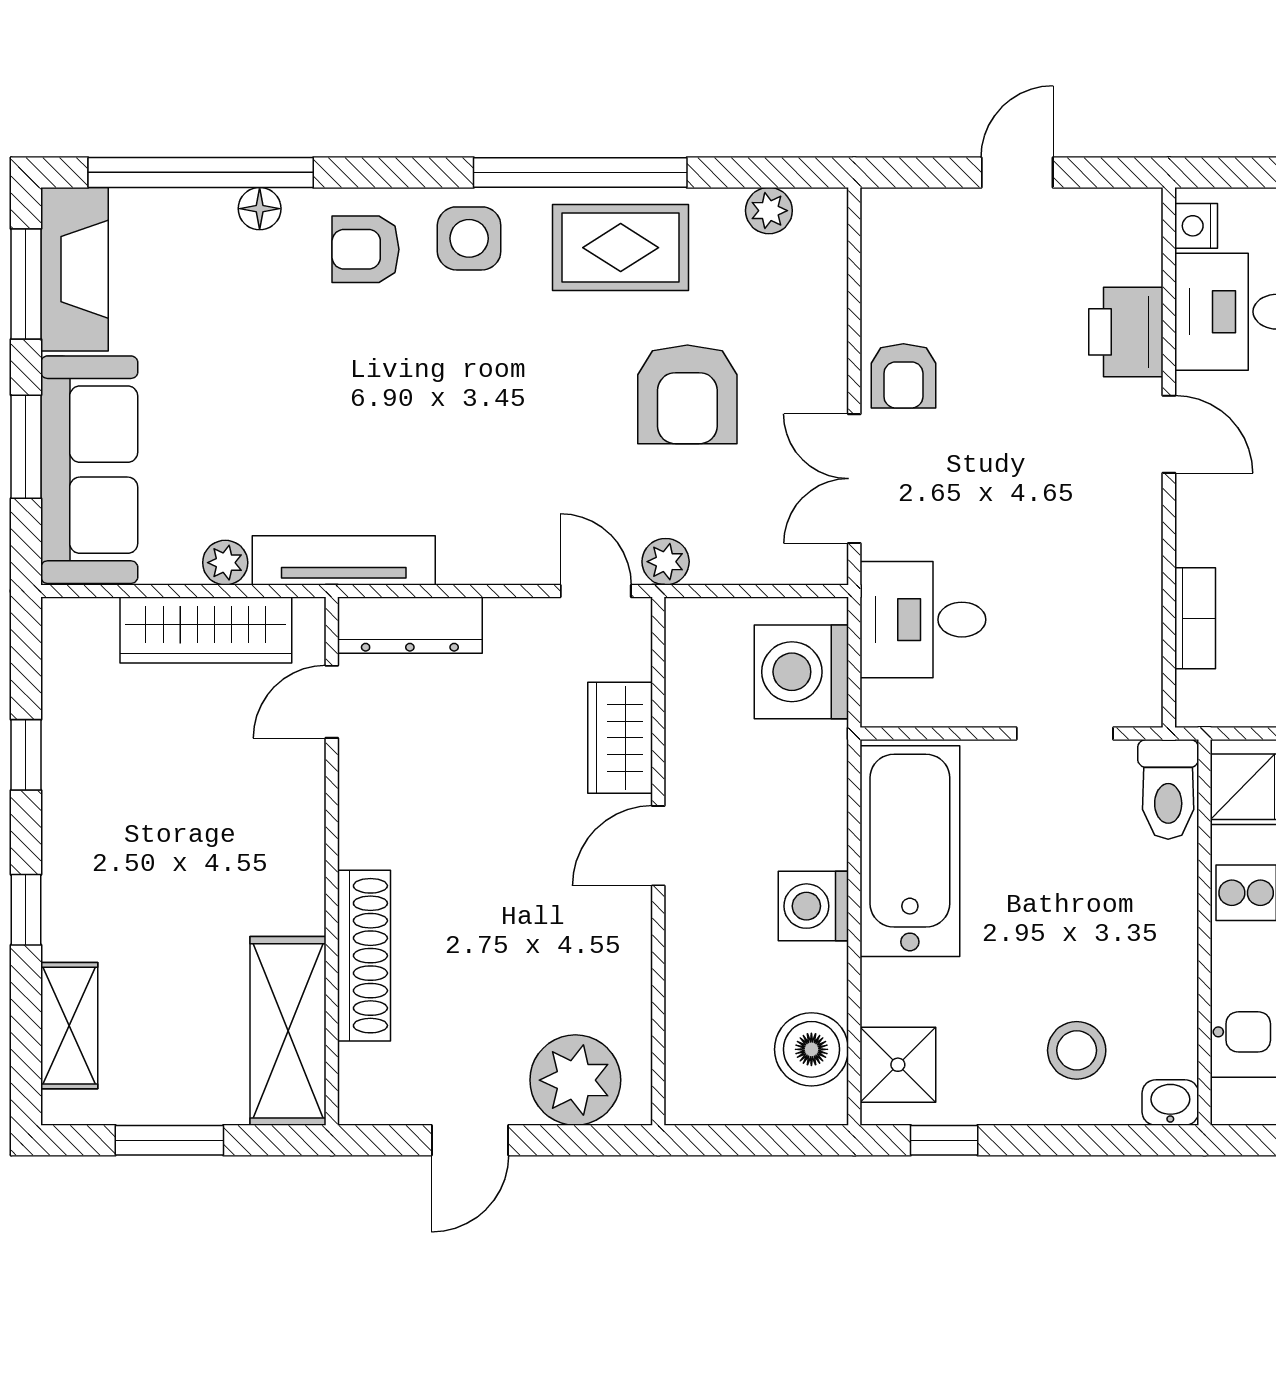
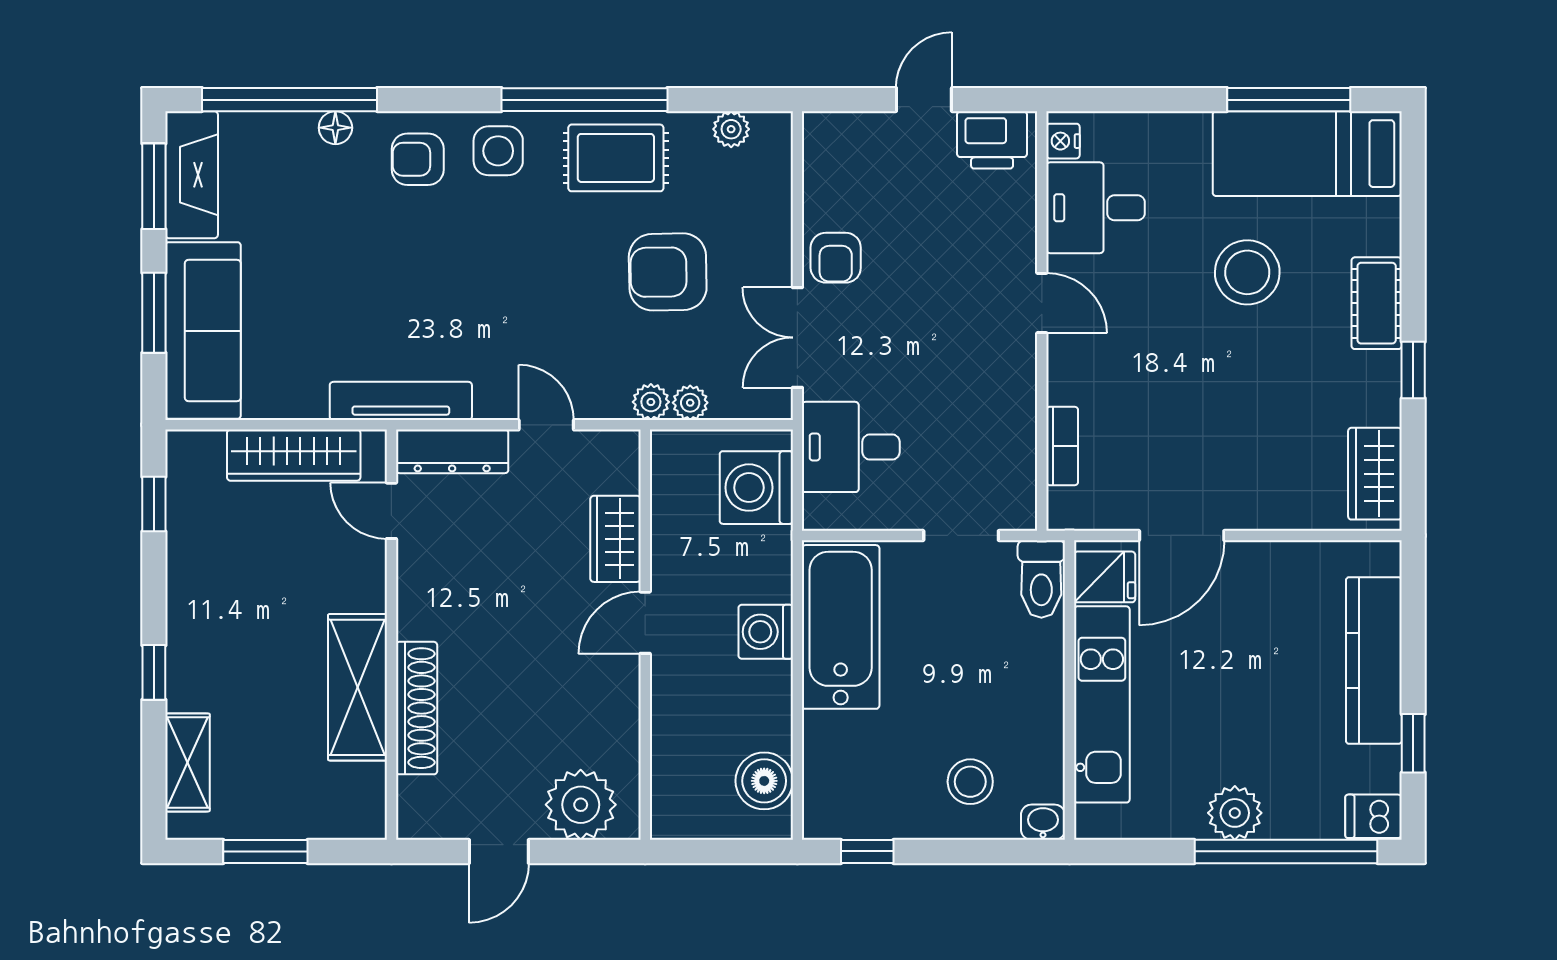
printer: (1126, 332) -> (992, 140), moved, turned -90
armchair: (687, 394) -> (668, 272), turned 89
plant: (225, 563) -> (690, 403), moved
door: (596, 591) -> (546, 425), moved
door: (332, 702) -> (391, 511), hinge flipped
window: (26, 755) -> (154, 504), moved
washing machine: (813, 906) -> (766, 632), moved
shelving: (288, 1031) -> (357, 687), moved
shower: (898, 1065) -> (831, 793), removed

